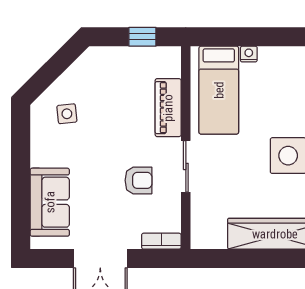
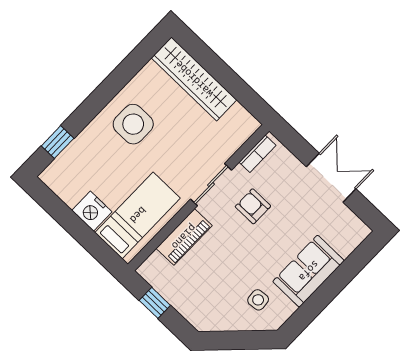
nightstand: (249, 54) -> (92, 211), width x1.89, depth x1.79
sofa: (50, 202) -> (309, 271), moved
bookcase: (161, 241) -> (258, 154), moved, turned -90

